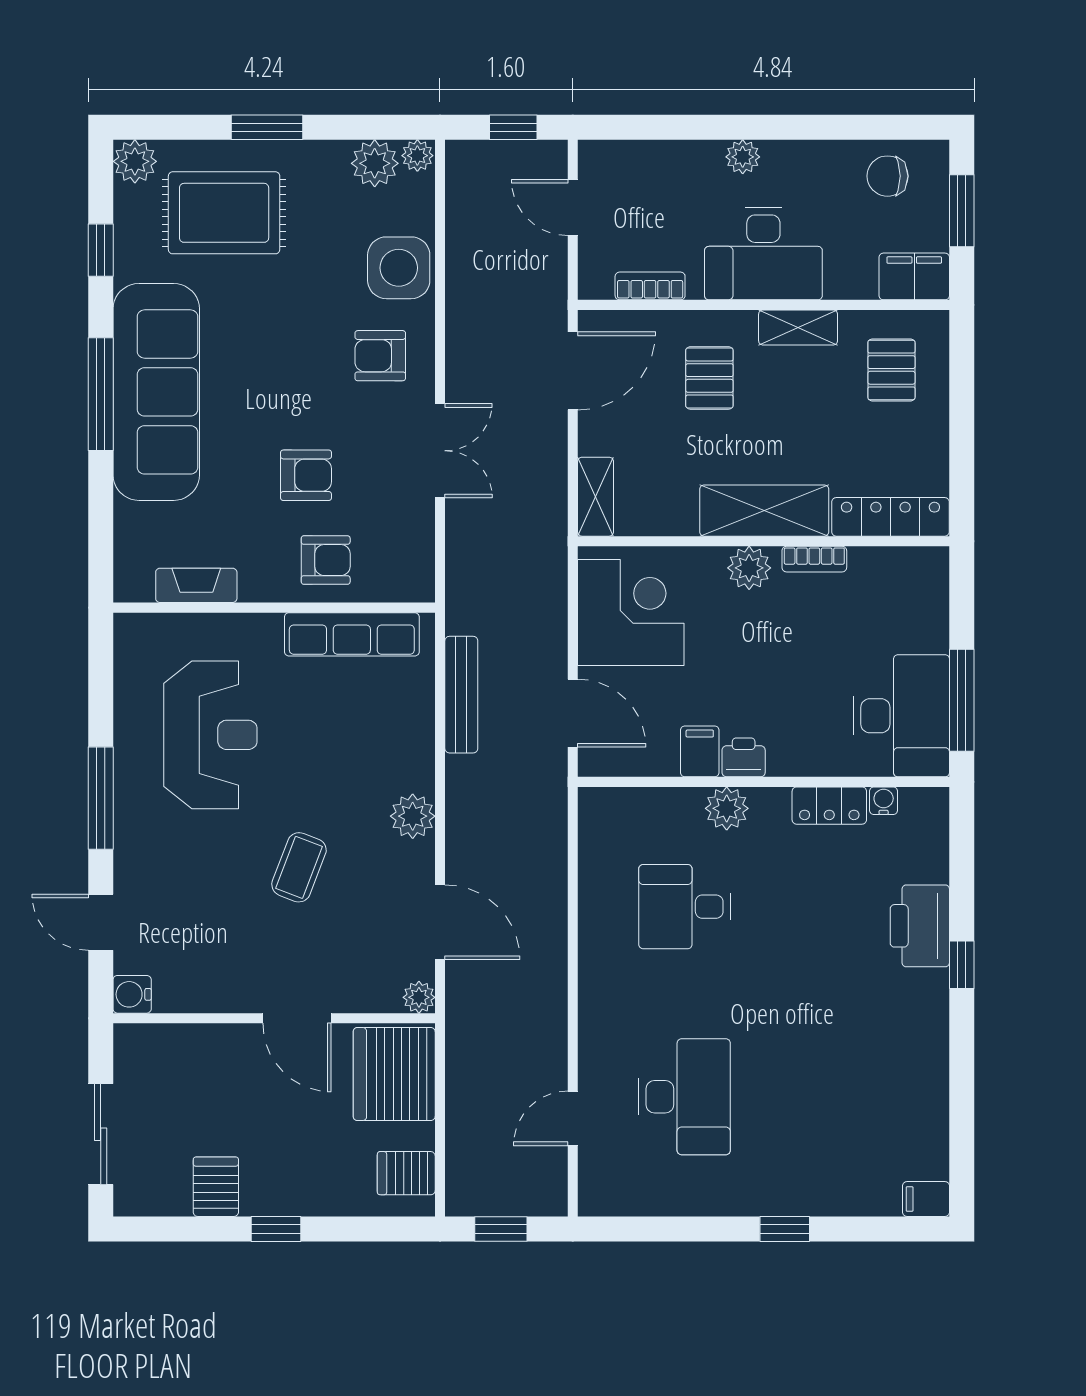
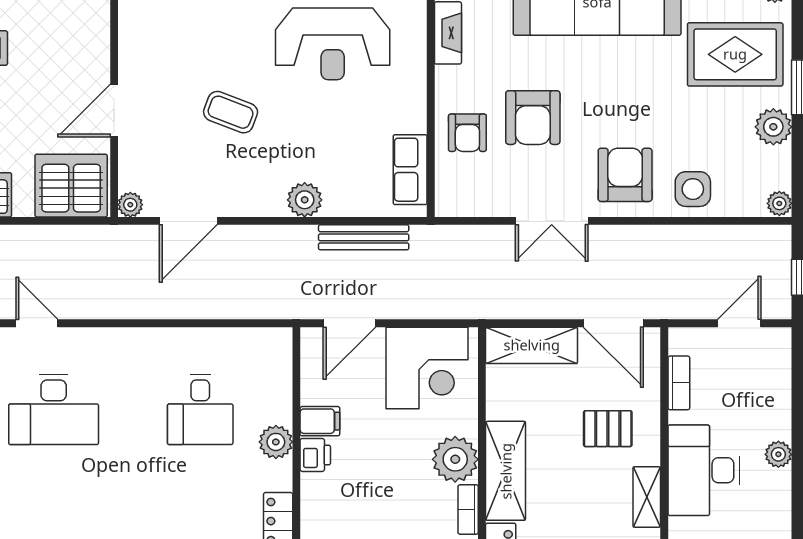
plant: (375, 163) -> (773, 127), moved
rug: (224, 213) -> (735, 54), turned 90
side table: (399, 268) -> (693, 189), width x0.73, depth x0.73
armchair: (380, 356) -> (625, 175), width x1.38, depth x1.38
armchair: (306, 475) -> (533, 118), width x1.38, depth x1.38
shelving: (596, 497) -> (532, 345), width x1.50, depth x1.33
plant: (749, 568) -> (455, 459), width x1.36, depth x1.36
row of seats: (352, 634) -> (410, 170), width x0.68
plant: (413, 816) -> (305, 200), moved
desk: (685, 907) -> (200, 409), turned 180

